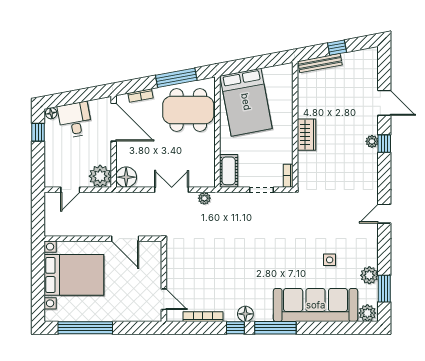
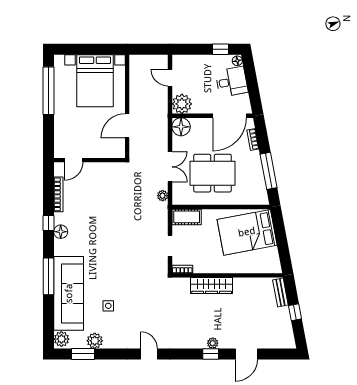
bench: (320, 63) -> (280, 292), width x0.73
dining table: (188, 110) -> (212, 173), moved, turned 90
wardrobe: (307, 135) -> (212, 286), width x1.50
window: (275, 328) -> (49, 276), moved

